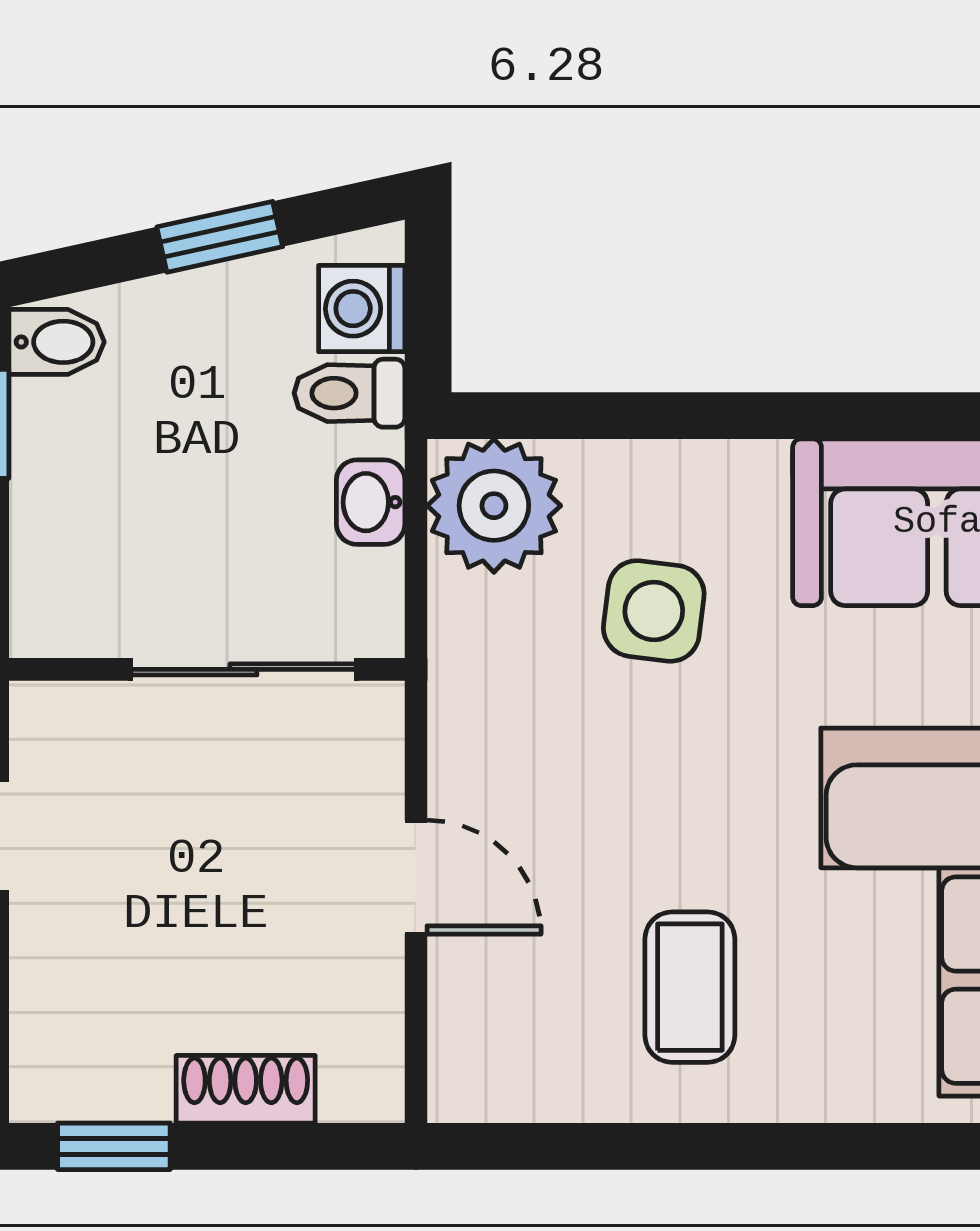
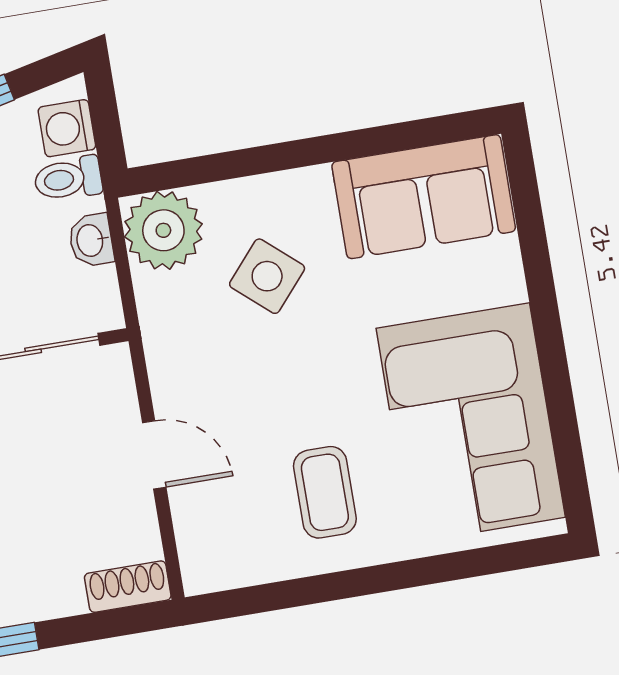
side table: (654, 611) -> (267, 276), turned 34
shoe rack: (246, 1089) -> (128, 587), moved

